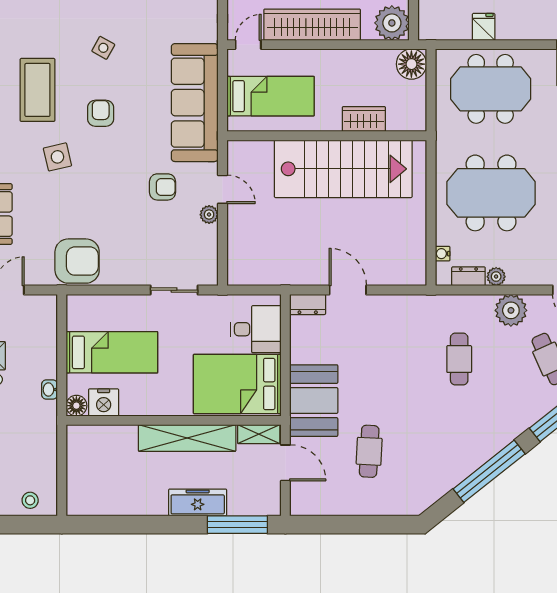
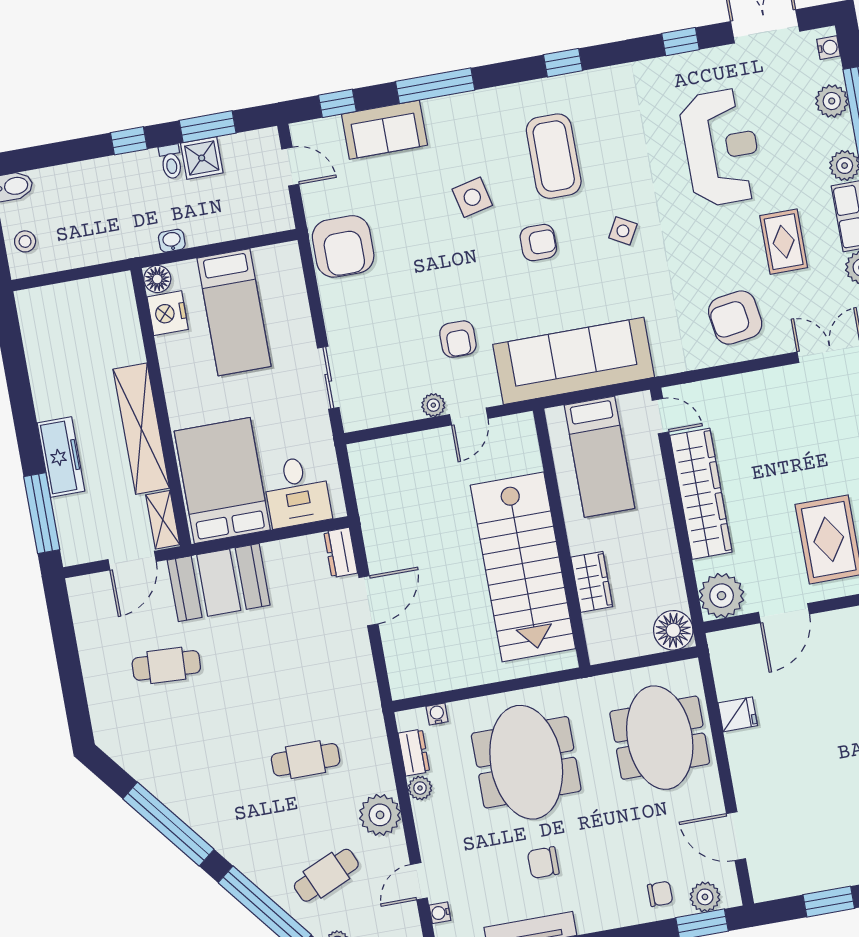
coffee table: (37, 90) -> (554, 156), turned 90

